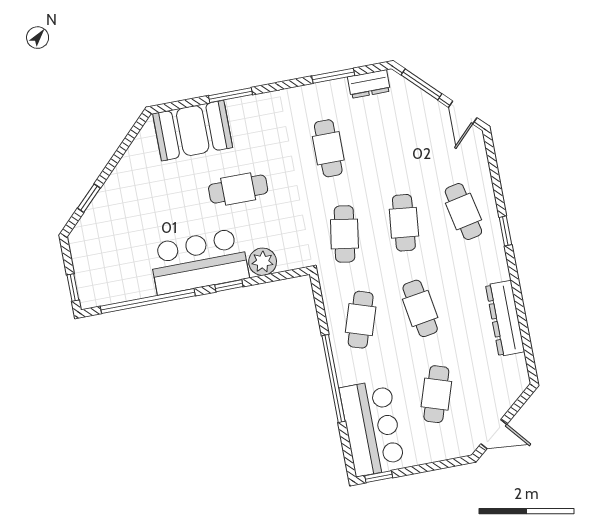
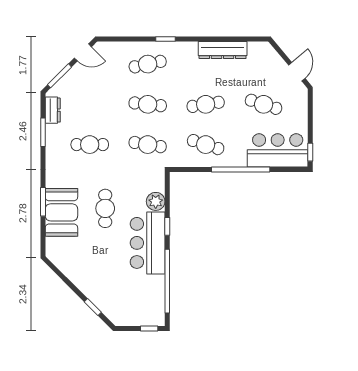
booth: (193, 131) -> (61, 212), moved

